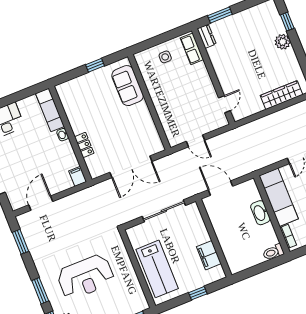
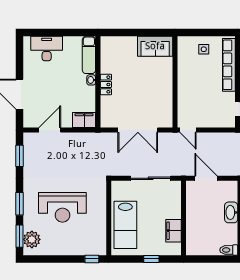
row of seats: (192, 49) -> (229, 65), width x2.02
window: (95, 65) -> (142, 33), removed
sofa: (128, 86) -> (155, 46), moved, turned -90
door: (196, 141) -> (188, 130), moved
locker: (84, 145) -> (106, 84), moved
filing cabinet: (78, 176) -> (84, 120), width x2.00

